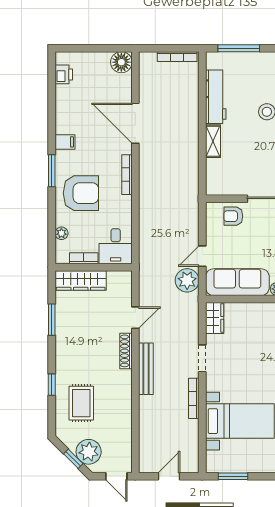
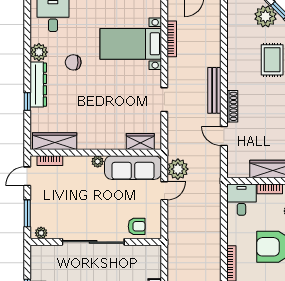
door: (135, 318) -> (224, 136), hinge flipped
wardrobe: (215, 318) -> (140, 141), moved, turned 90
bookcase: (194, 398) -> (172, 39), moved

